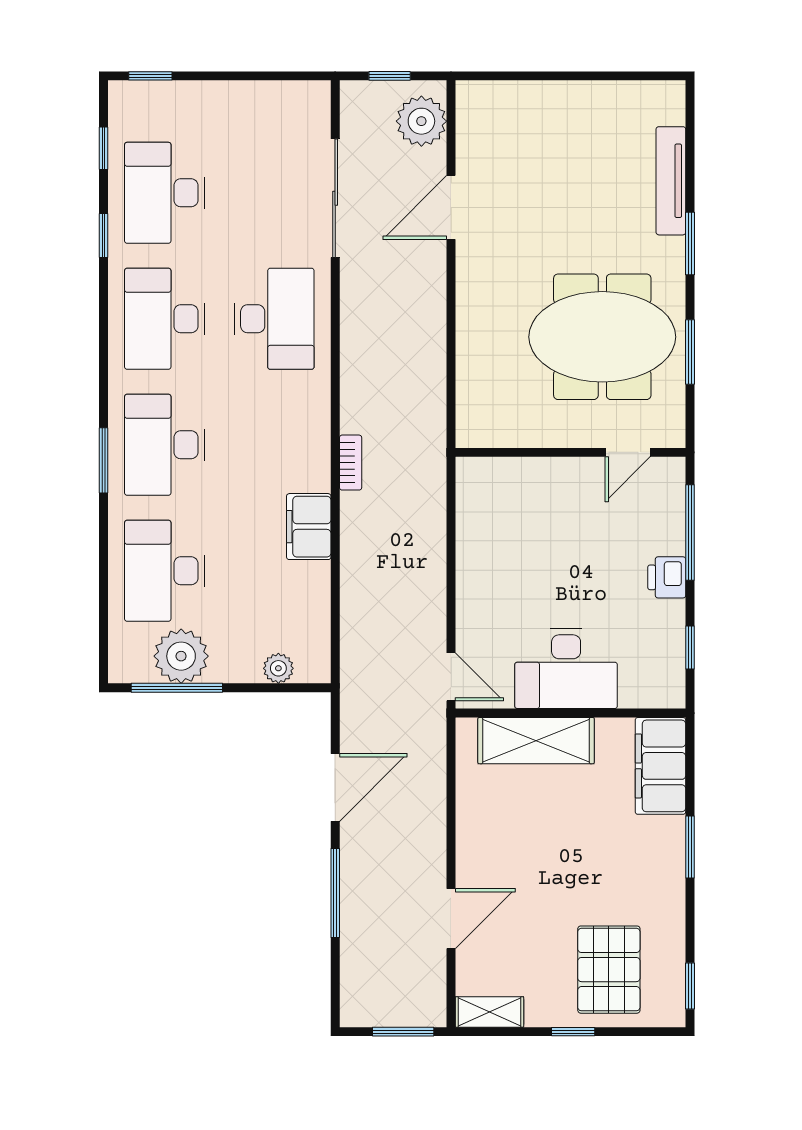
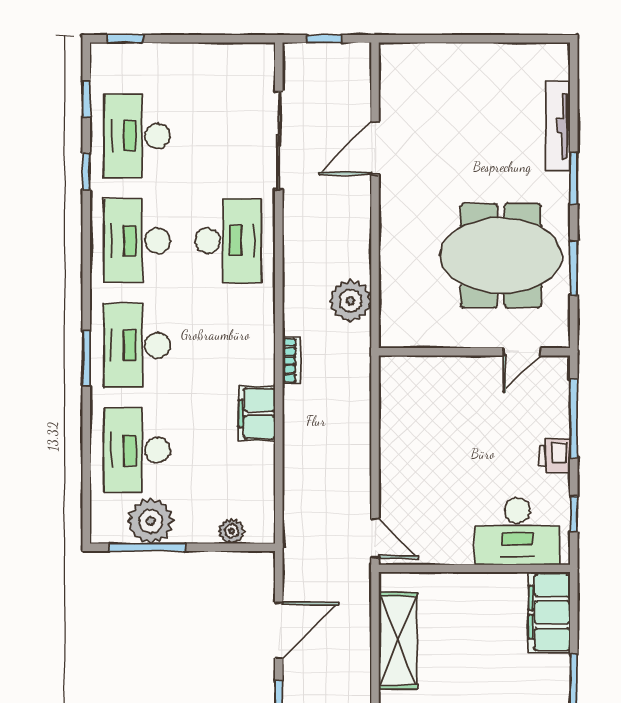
plant: (421, 121) -> (350, 301), moved
desk: (566, 668) -> (517, 531), moved
shelving: (536, 741) -> (398, 641), moved, turned 90

